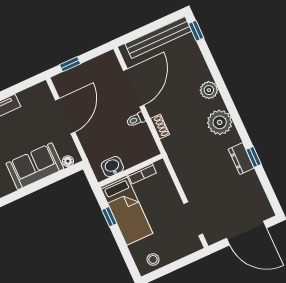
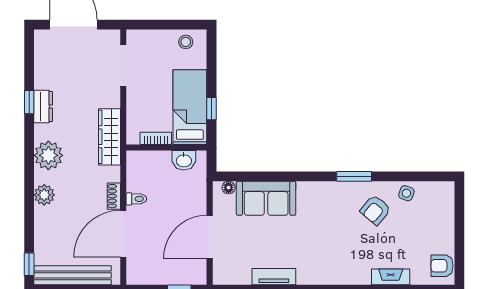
shoe rack: (160, 127) -> (114, 196), moved
wardrobe: (179, 158) -> (109, 137), added

